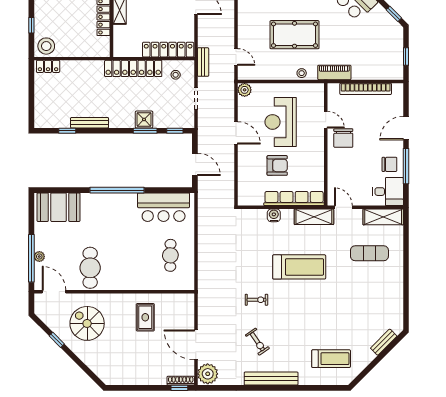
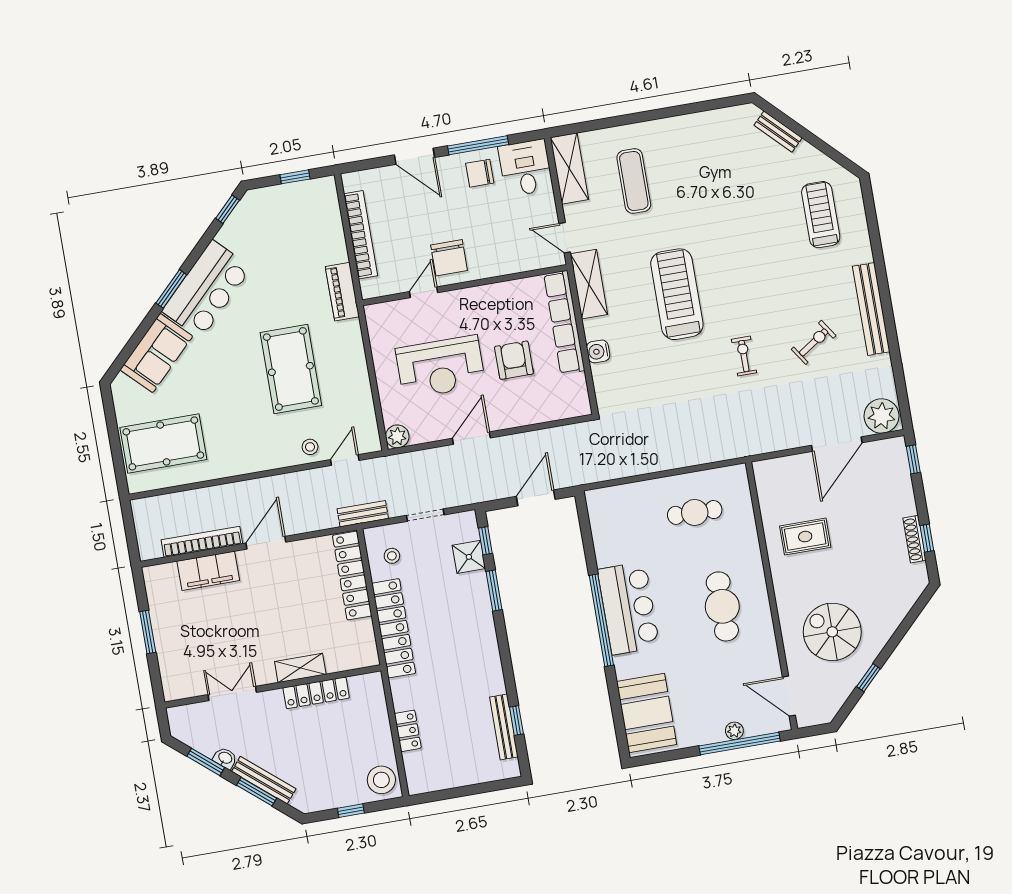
locker: (48, 66) -> (408, 731), moved
stool: (302, 73) -> (310, 447), moved
shower: (144, 119) -> (469, 557), moved
bench: (90, 123) -> (504, 727), moved
chair: (343, 138) -> (449, 258), turned 90
chair: (389, 164) -> (480, 173), turned -90
bar counter: (164, 207) -> (629, 608), moved
door: (343, 207) -> (565, 238), hinge flipped
cafe table: (90, 268) -> (722, 606), moved, turned 90
door: (54, 292) -> (789, 696), hinge flipped
spiral stairs: (87, 323) -> (832, 632), turned 90
shoe rack: (181, 381) -> (914, 539), moved
window: (132, 388) -> (927, 538), added

